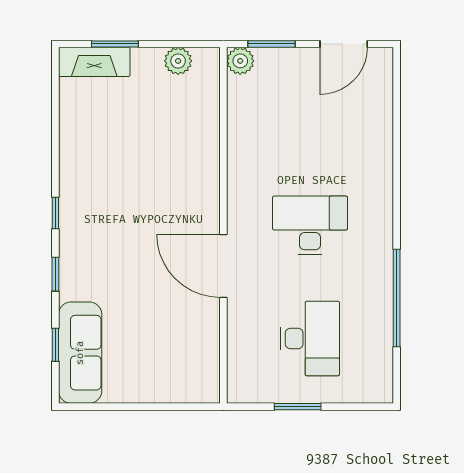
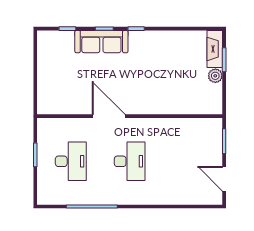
plant: (178, 61) -> (215, 76), moved
plant: (240, 61) -> (215, 125), removed
door: (223, 266) -> (109, 116), hinge flipped
desk: (310, 338) -> (71, 161), turned -90
sofa: (80, 353) -> (101, 42), moved

